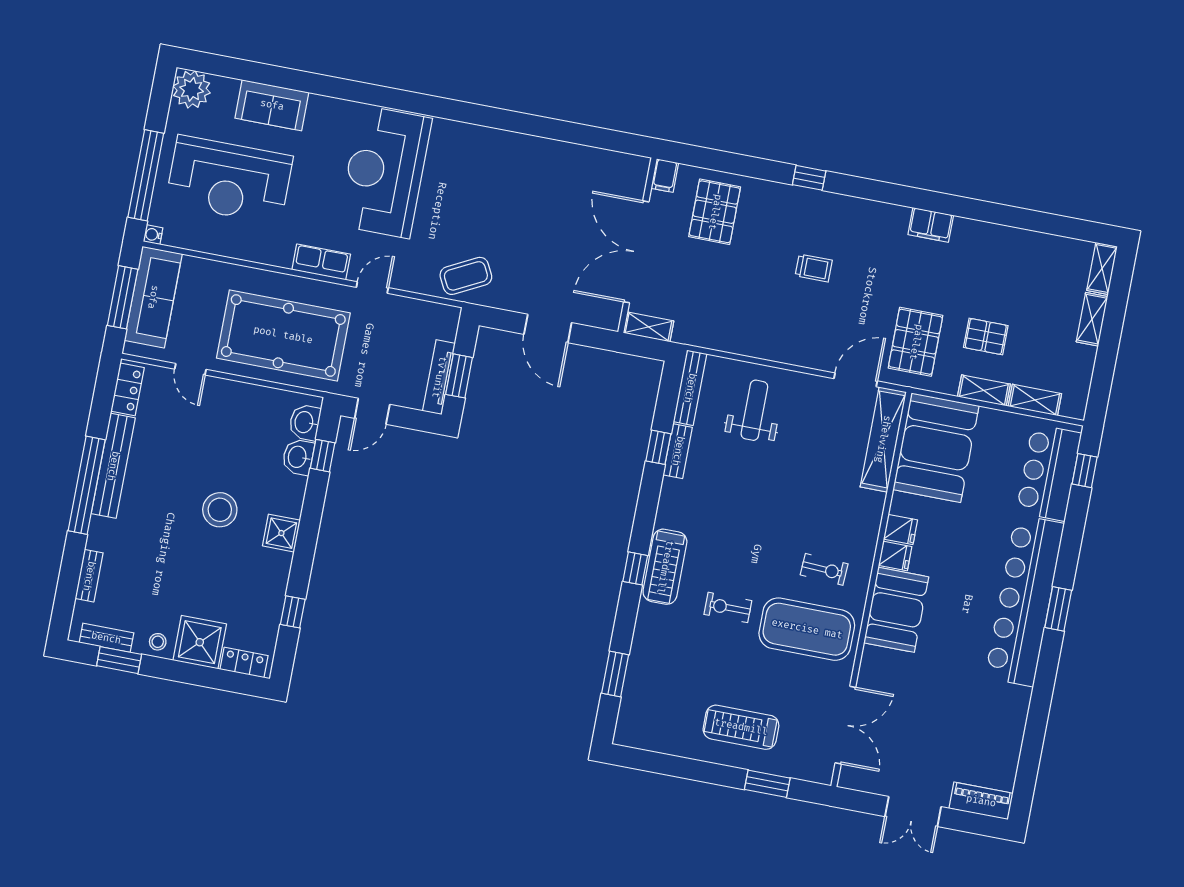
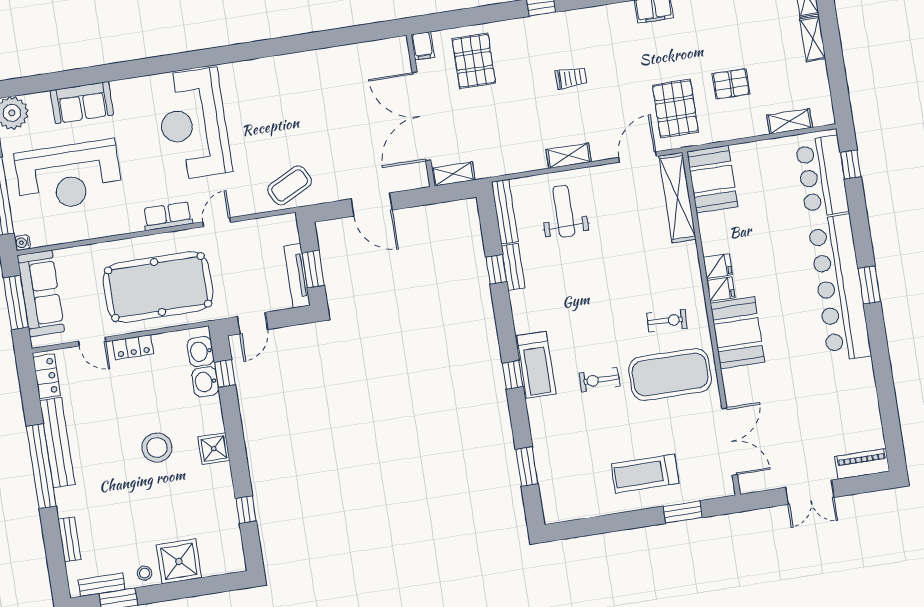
shelving: (984, 390) -> (569, 156), moved
booth: (936, 448) -> (712, 179), width x0.73, depth x0.70
locker: (244, 663) -> (133, 347), moved, turned 180

